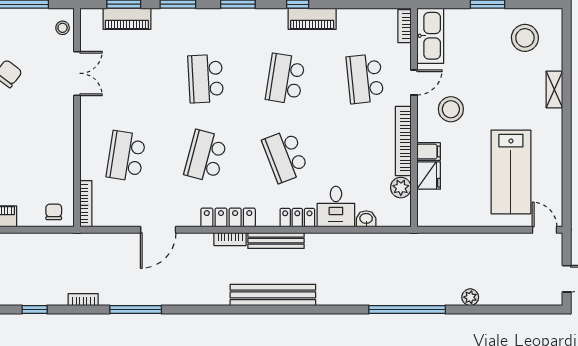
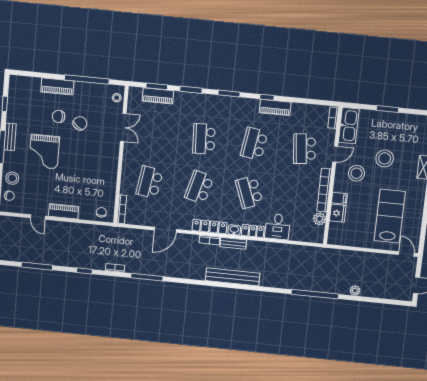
stool: (525, 38) -> (385, 158), moved
lab bench: (511, 172) -> (390, 216), turned 180
washbasin: (366, 219) -> (234, 230), moved
bench: (276, 241) -> (233, 243), width x0.73

